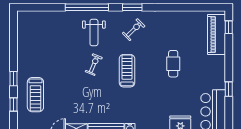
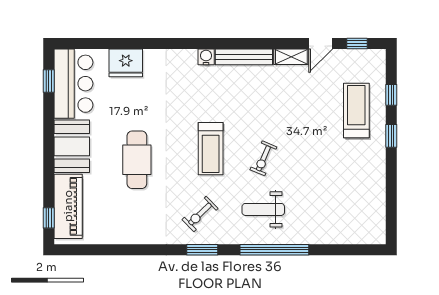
weight bench: (94, 33) -> (263, 209), turned -90
cafe table: (173, 64) -> (137, 160), width x1.37, depth x1.35
booth: (214, 72) -> (72, 146), added
window: (229, 89) -> (49, 81), moved

